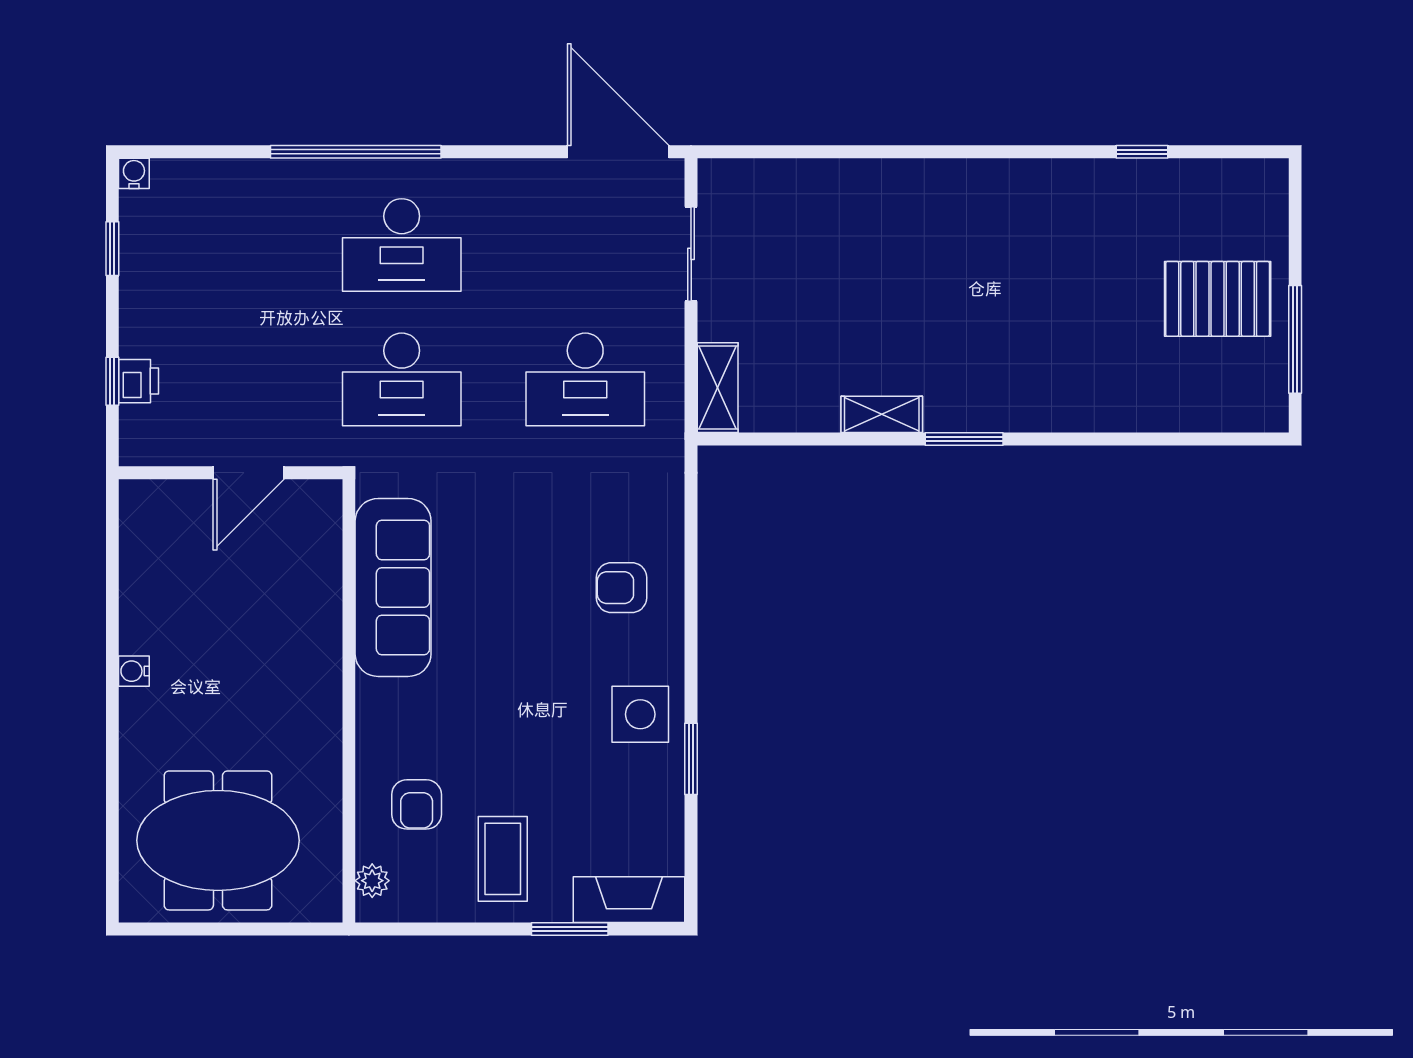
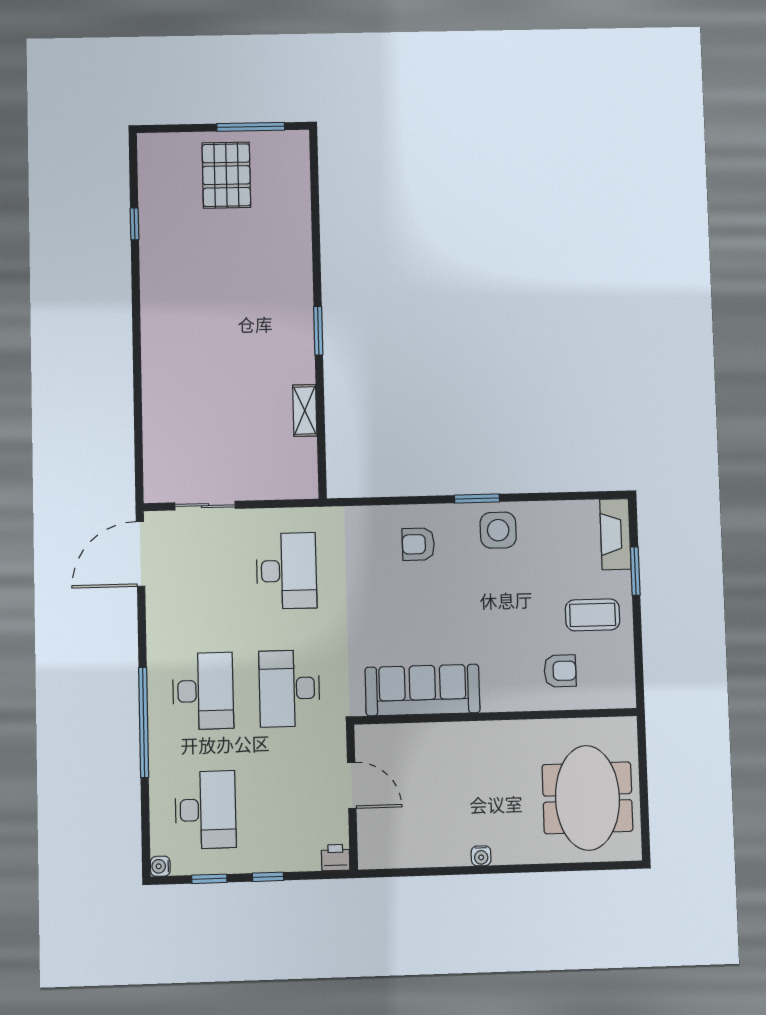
desk: (218, 245) -> (206, 810), added
desk: (402, 379) -> (289, 688), turned 180
window: (112, 381) -> (268, 877), moved
printer: (138, 381) -> (336, 858), moved
shelving: (718, 388) -> (290, 487), removed
shelving: (882, 414) -> (305, 410), moved
armchair: (621, 588) -> (418, 544), turned 90
window: (691, 759) -> (477, 499), moved
plant: (372, 881) -> (609, 698), removed

